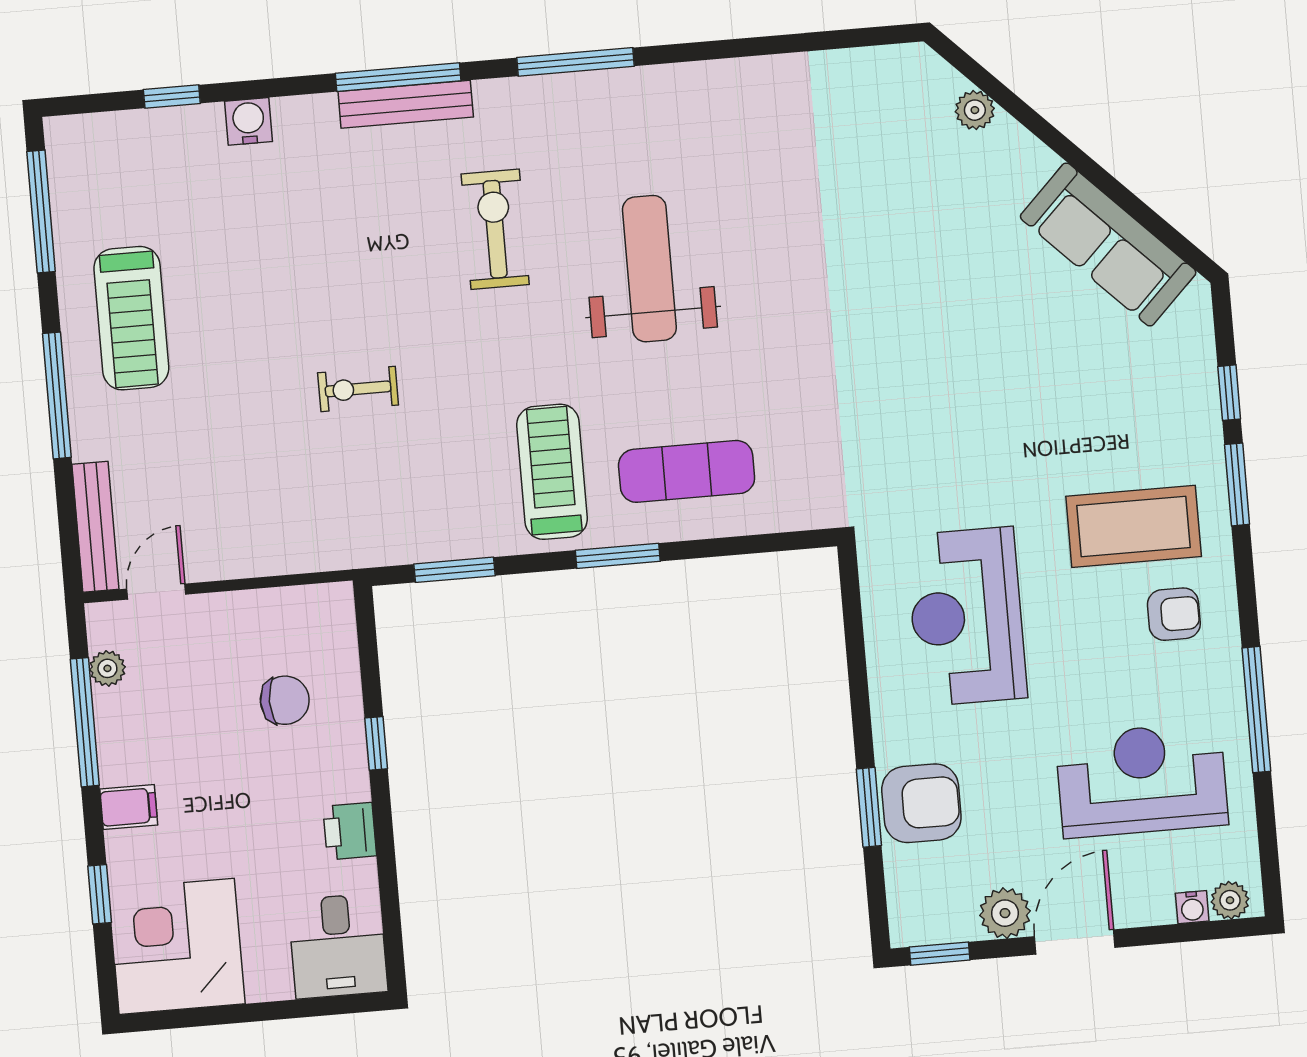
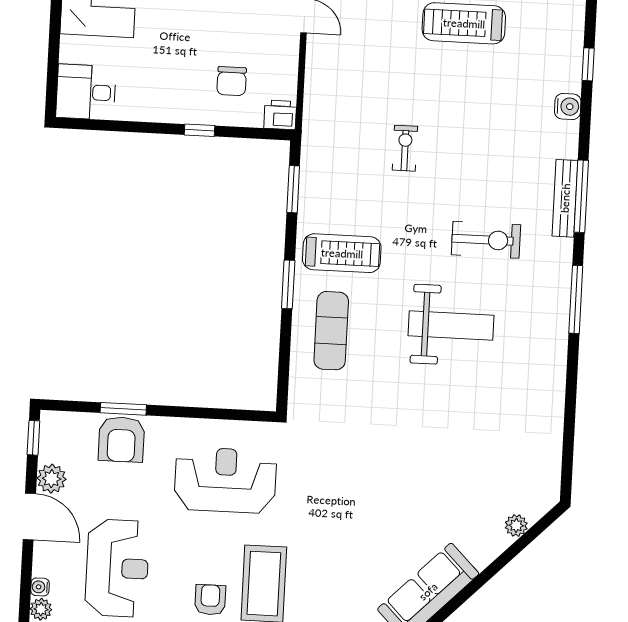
armchair: (1174, 614) -> (210, 600), turned 180
printer: (350, 831) -> (280, 115), moved

